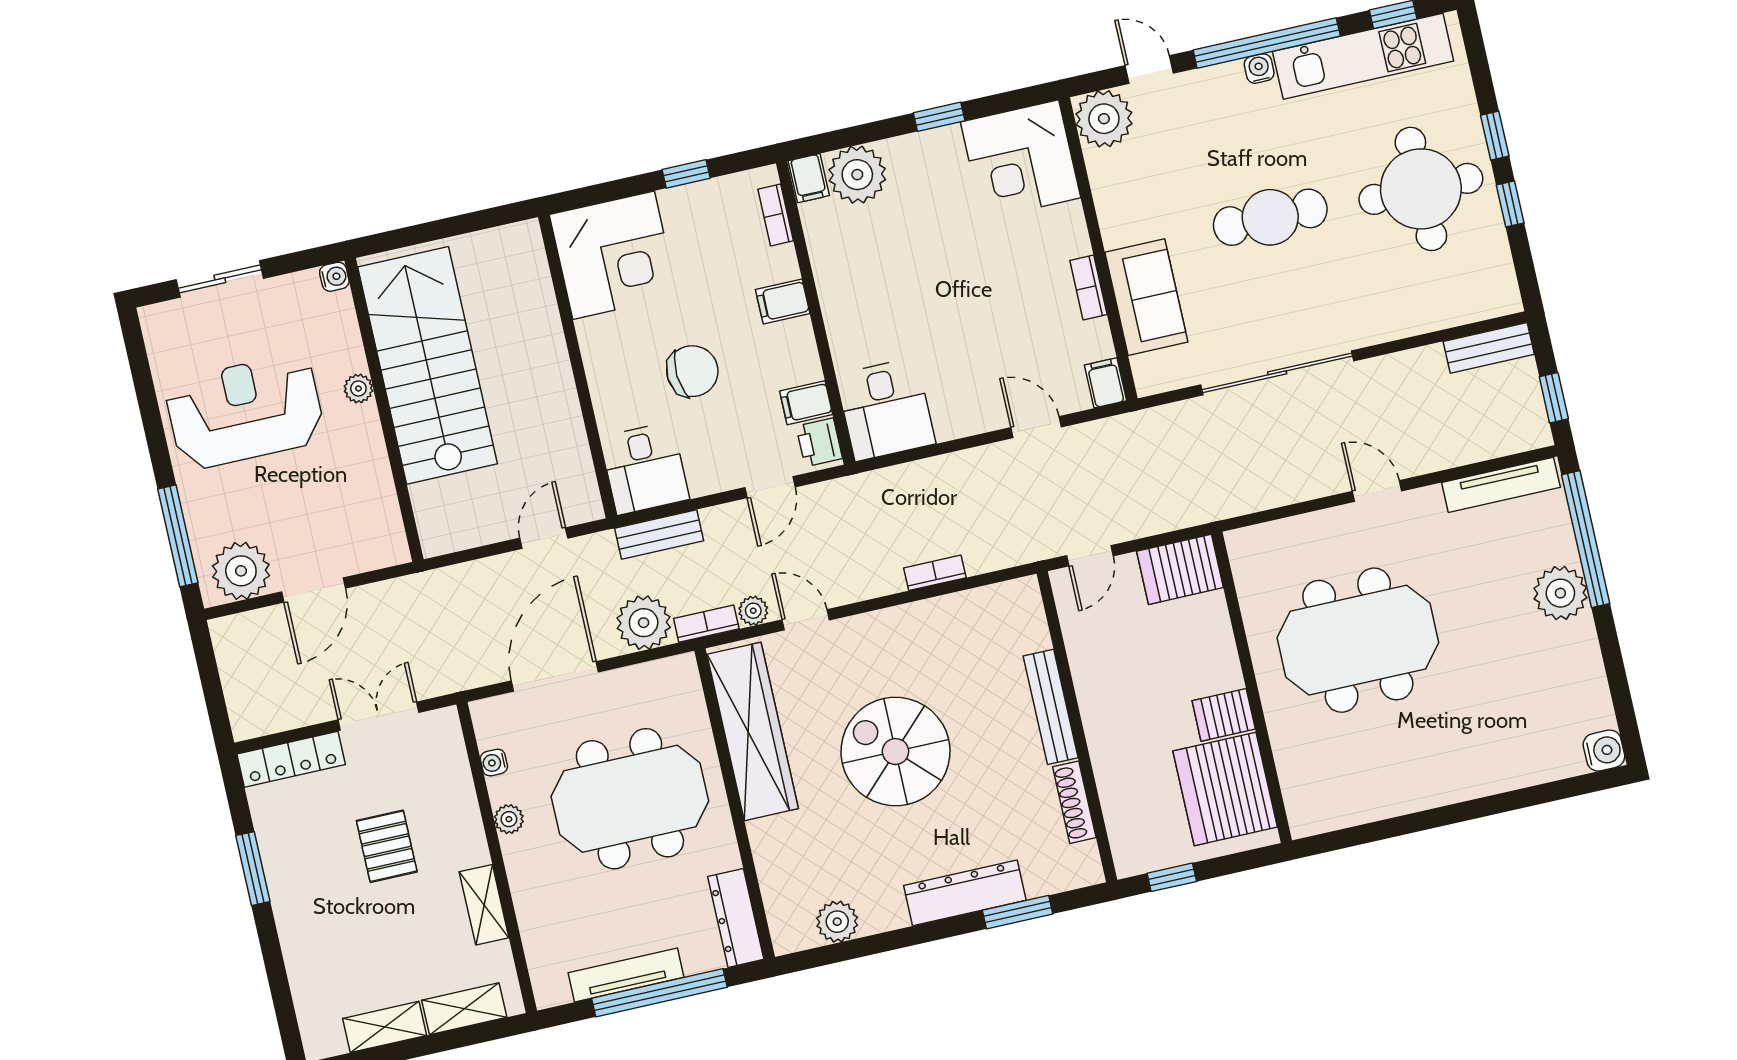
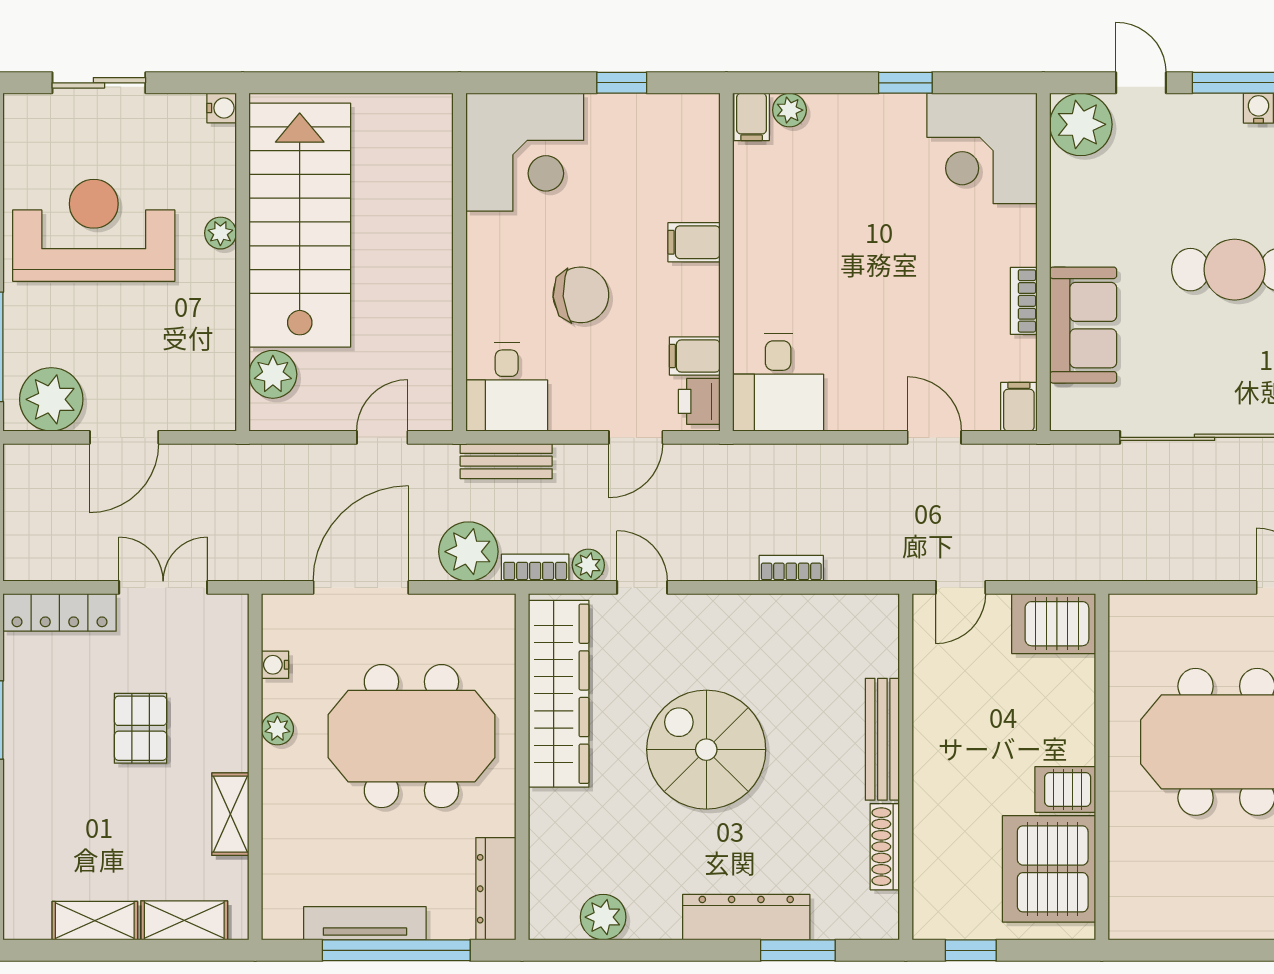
plant: (857, 175) -> (789, 110), width x0.53, depth x0.53
bookcase: (776, 215) -> (707, 148), removed
plant: (434, 504) -> (273, 374), added

